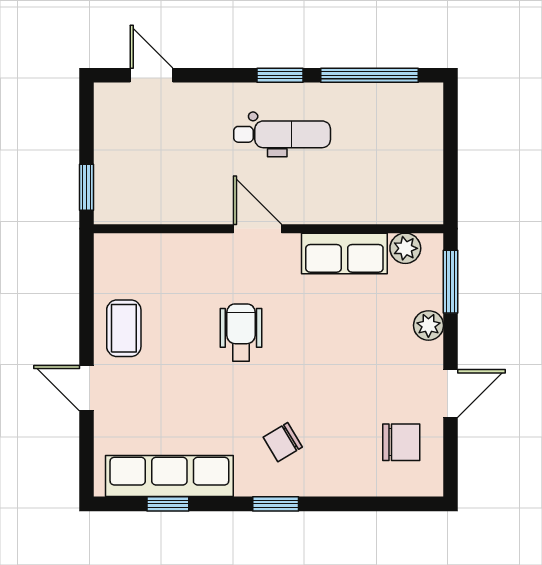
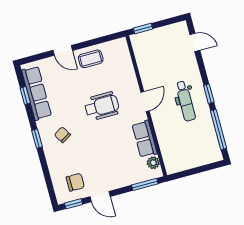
door: (152, 75) -> (195, 42), hinge flipped
plant: (428, 325) -> (125, 180), removed
wheelchair: (241, 332) -> (102, 106), width x1.36, depth x1.37
door: (86, 388) -> (63, 50), swing flipped
chair: (401, 442) -> (75, 182), turned -90
window: (451, 460) -> (74, 204), added

